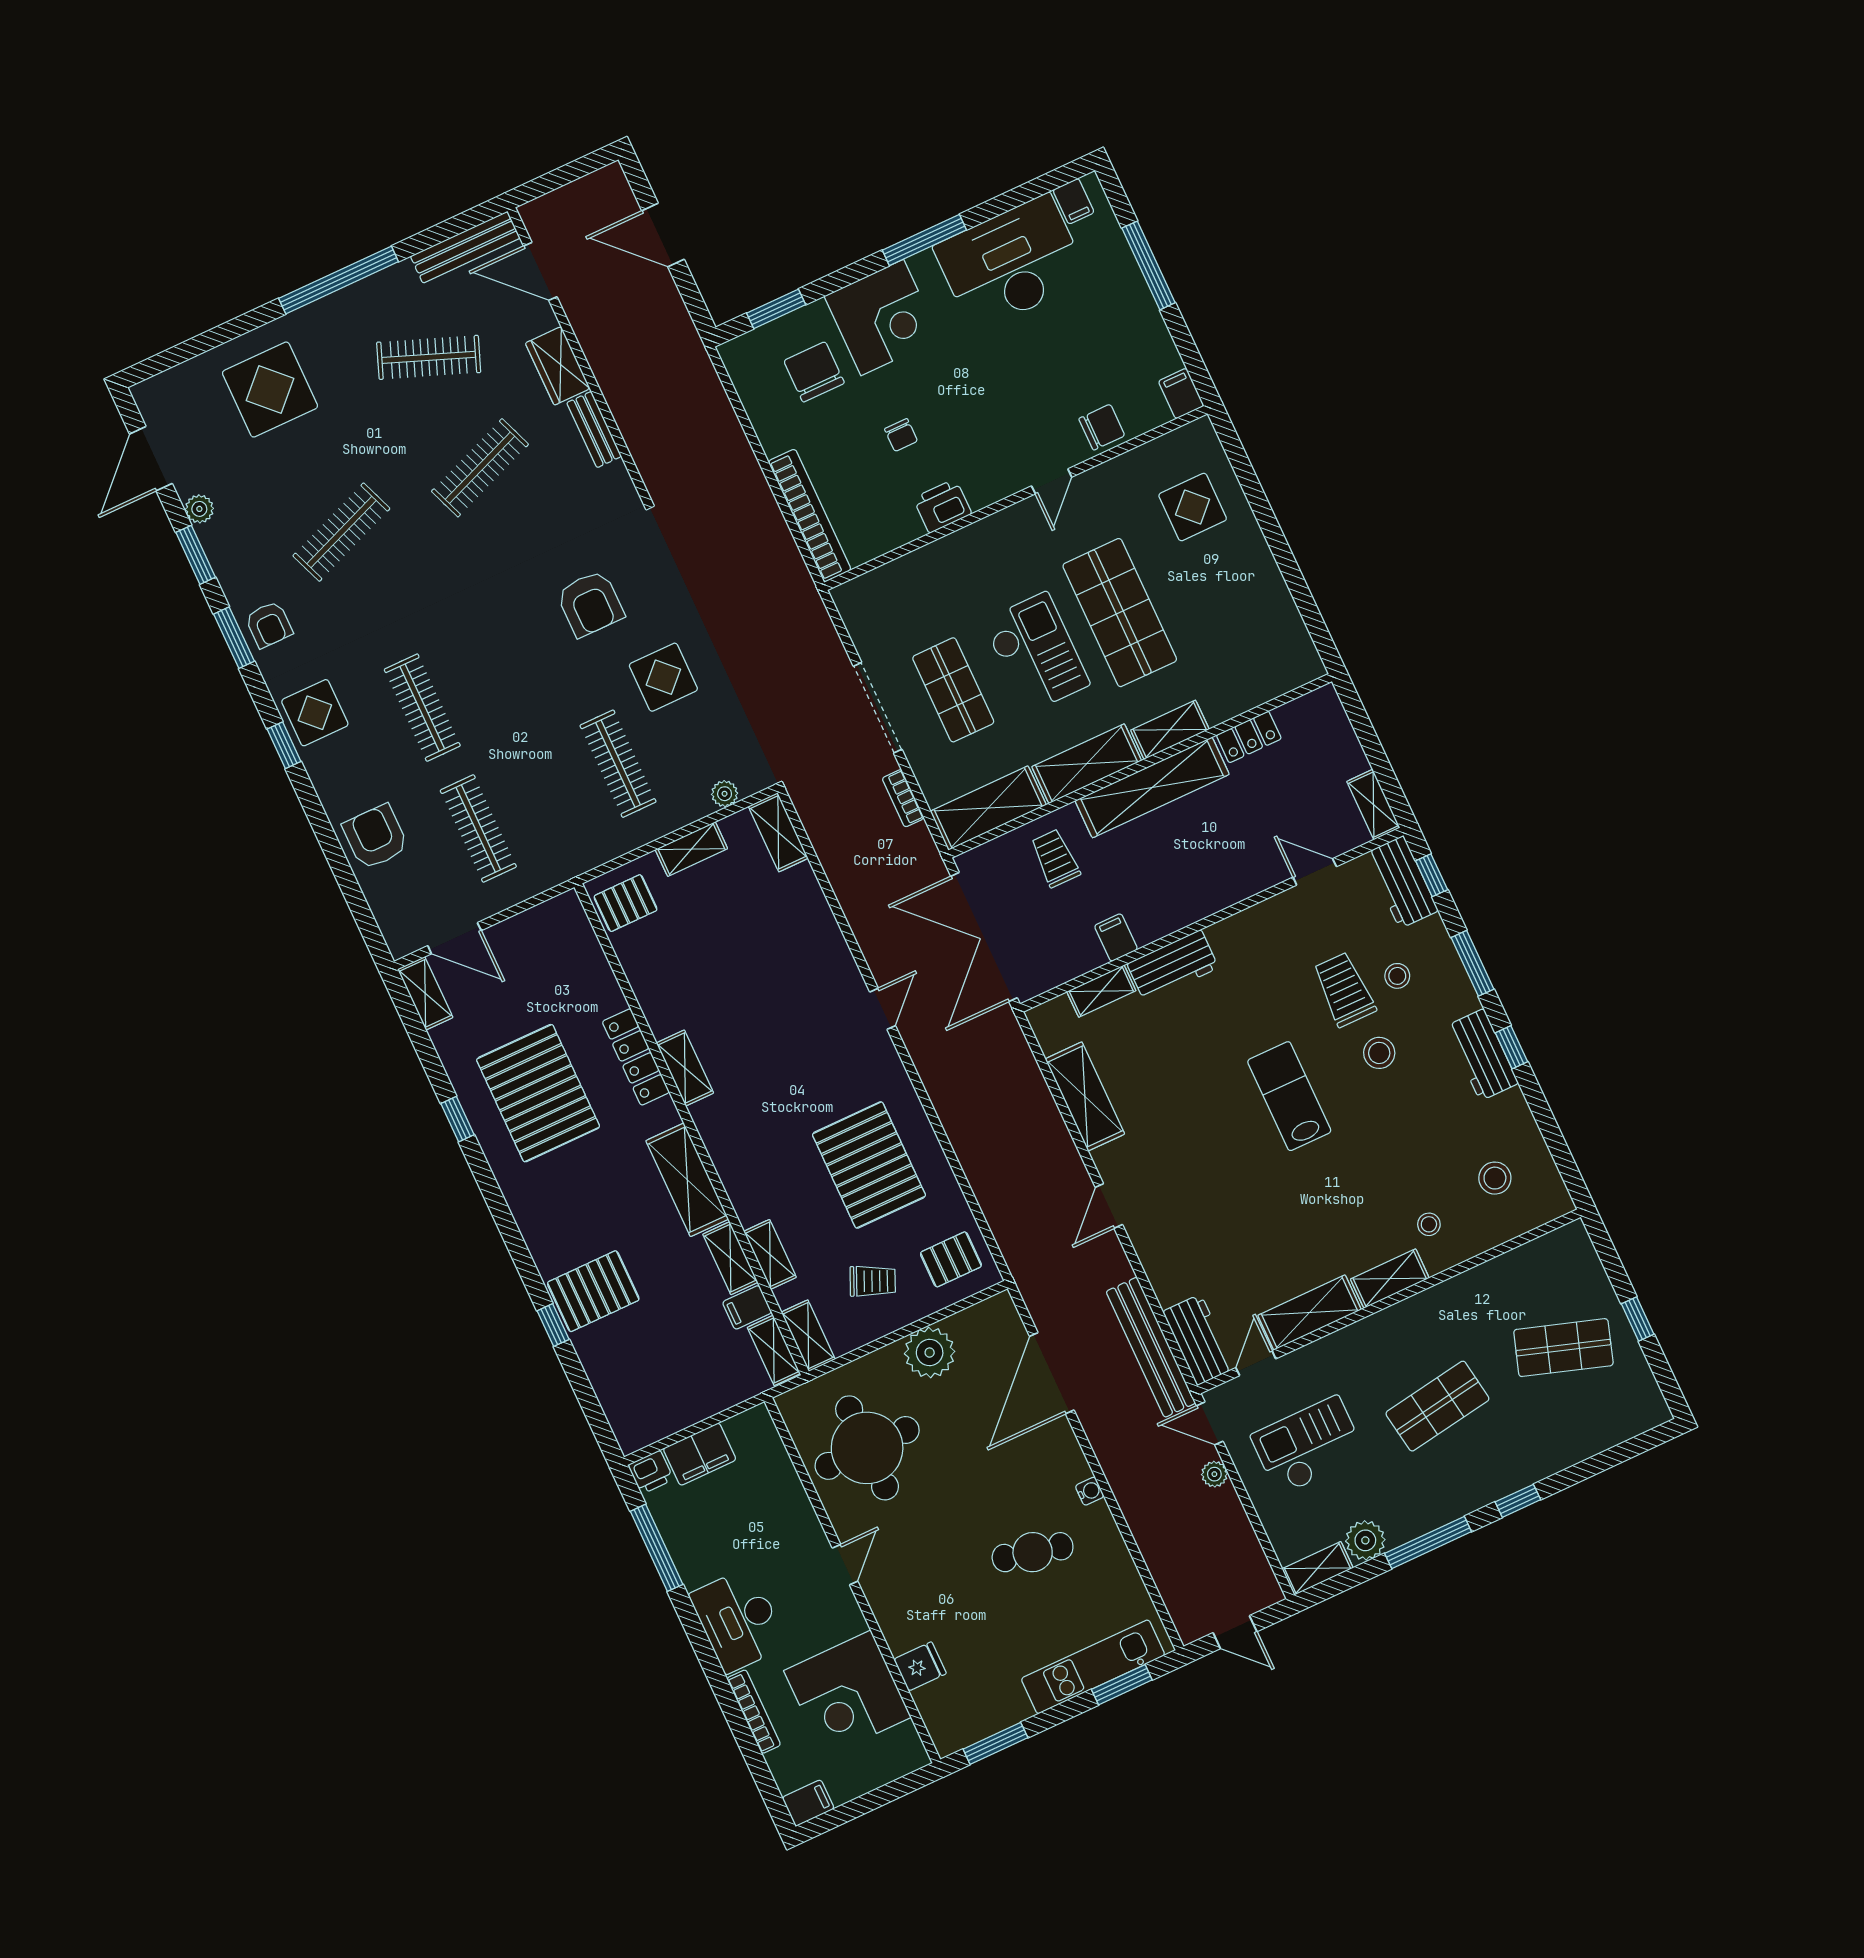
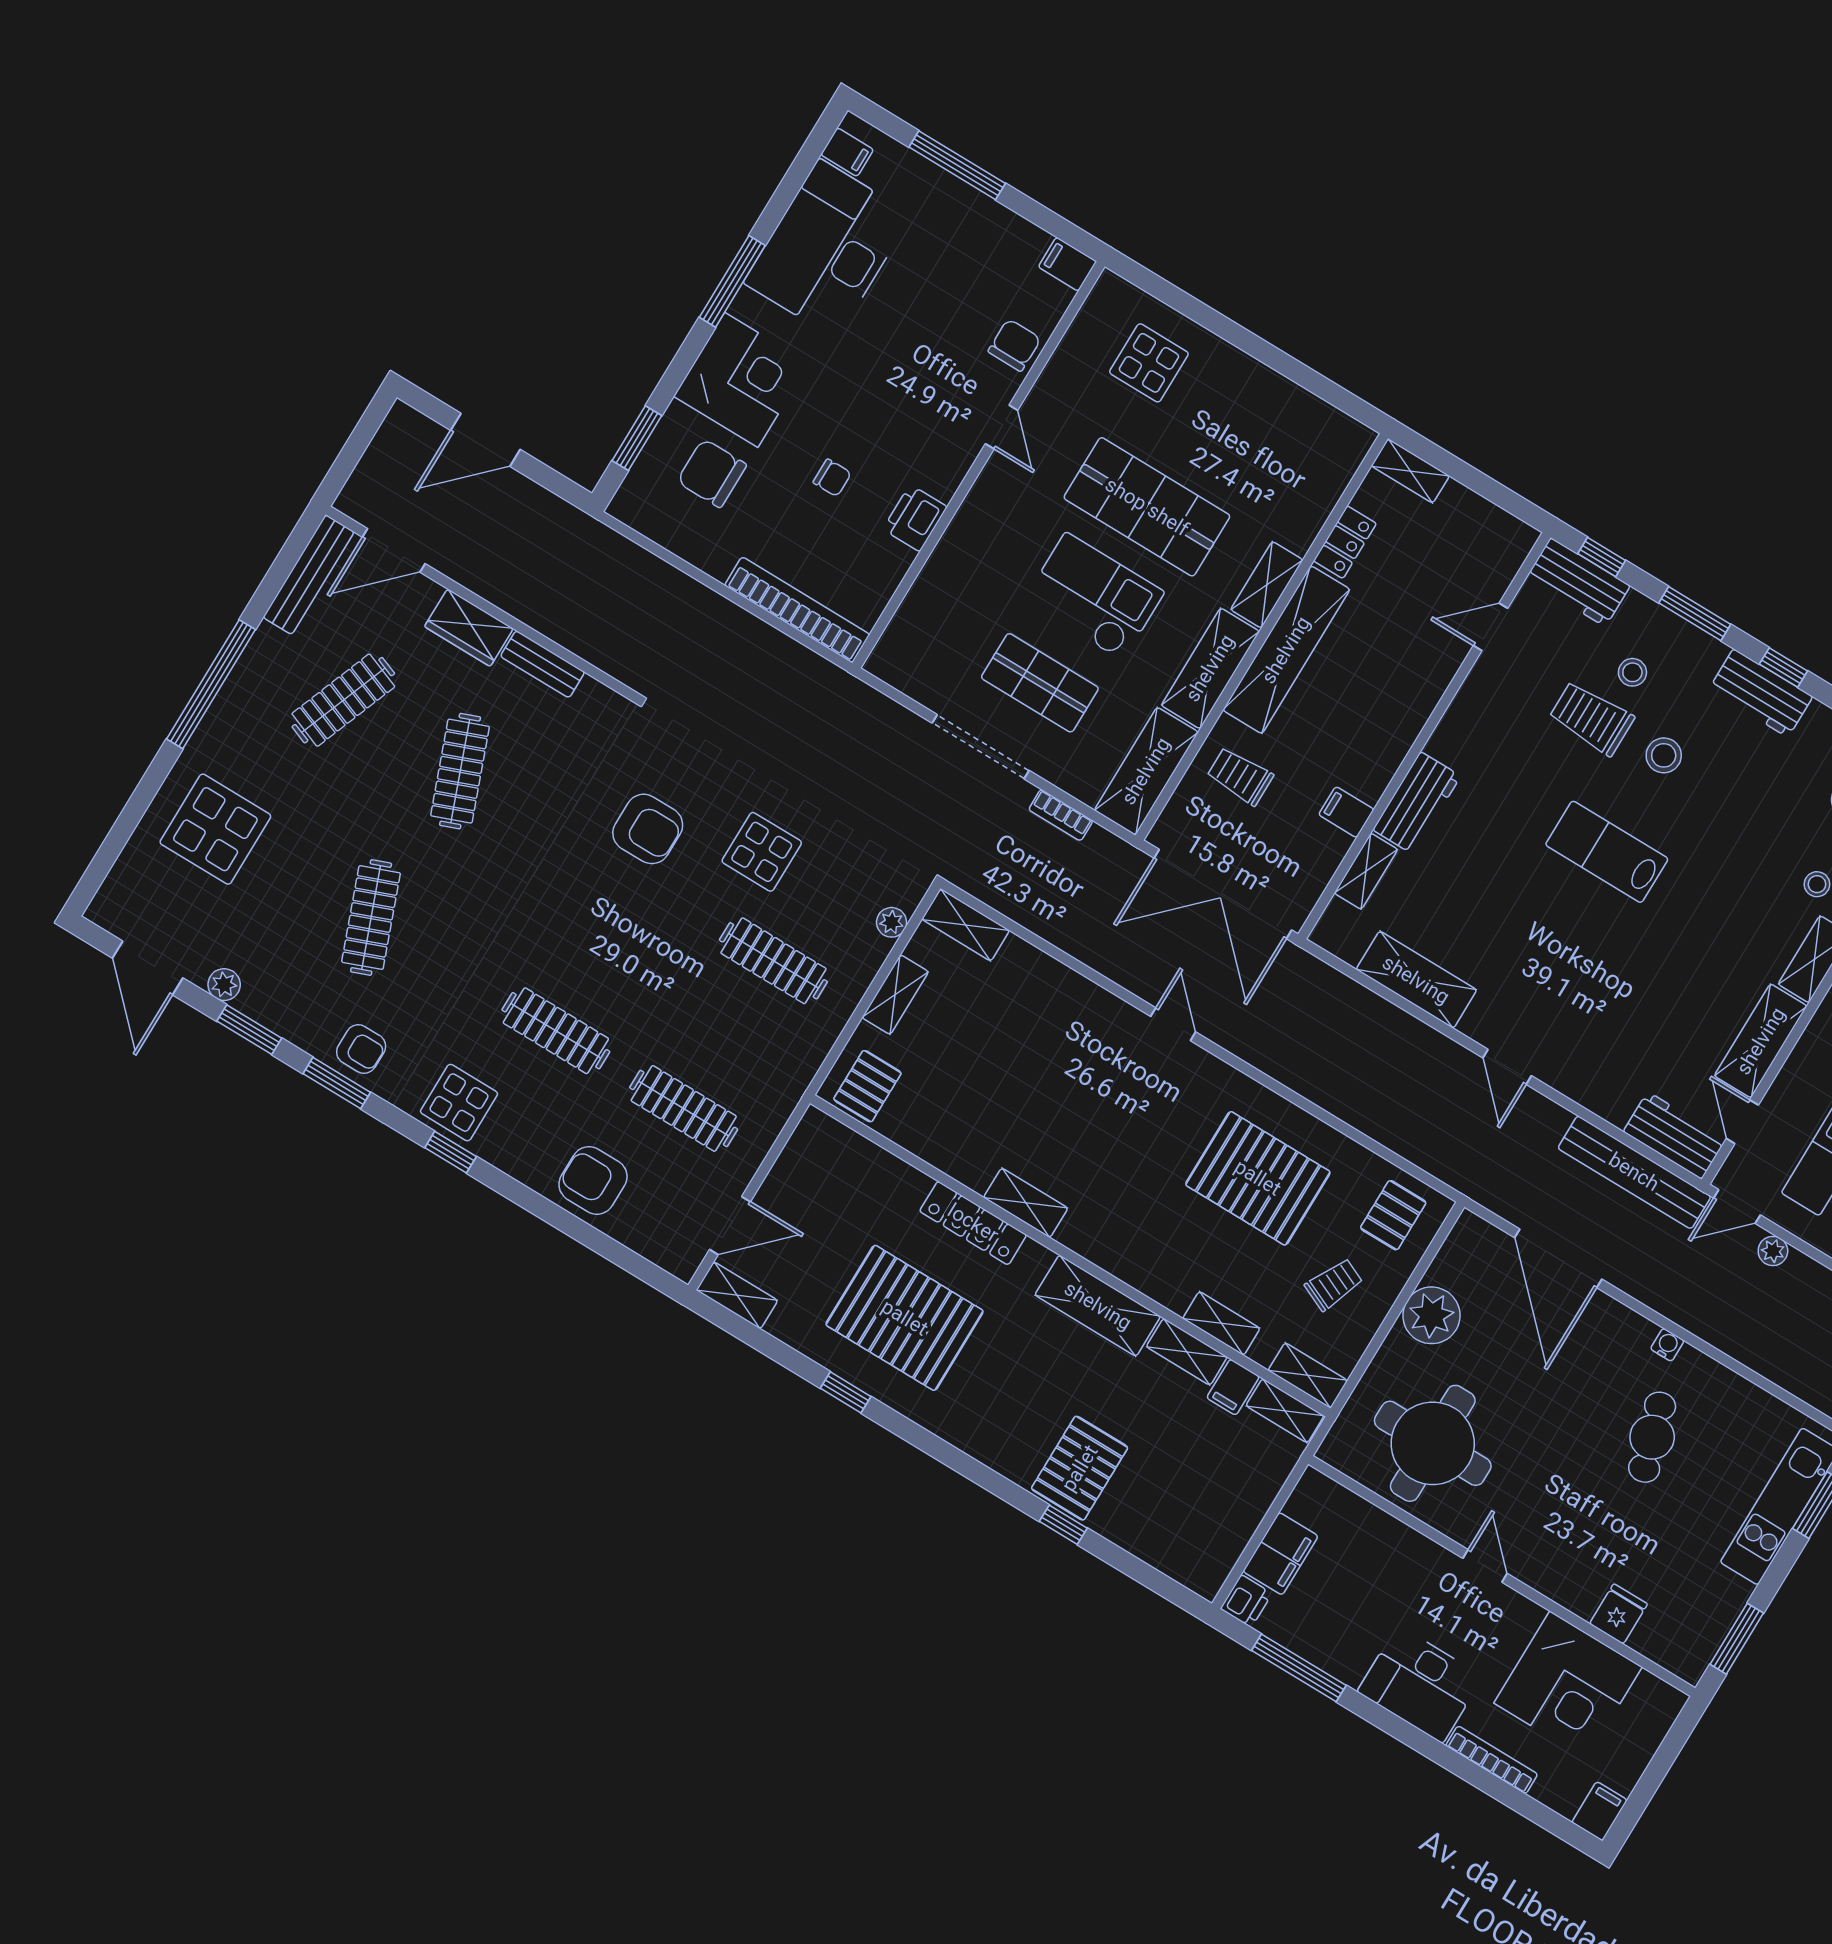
shelving: (1373, 805) -> (1410, 471), moved
cafe table: (1033, 1552) -> (1652, 1437), turned -30

